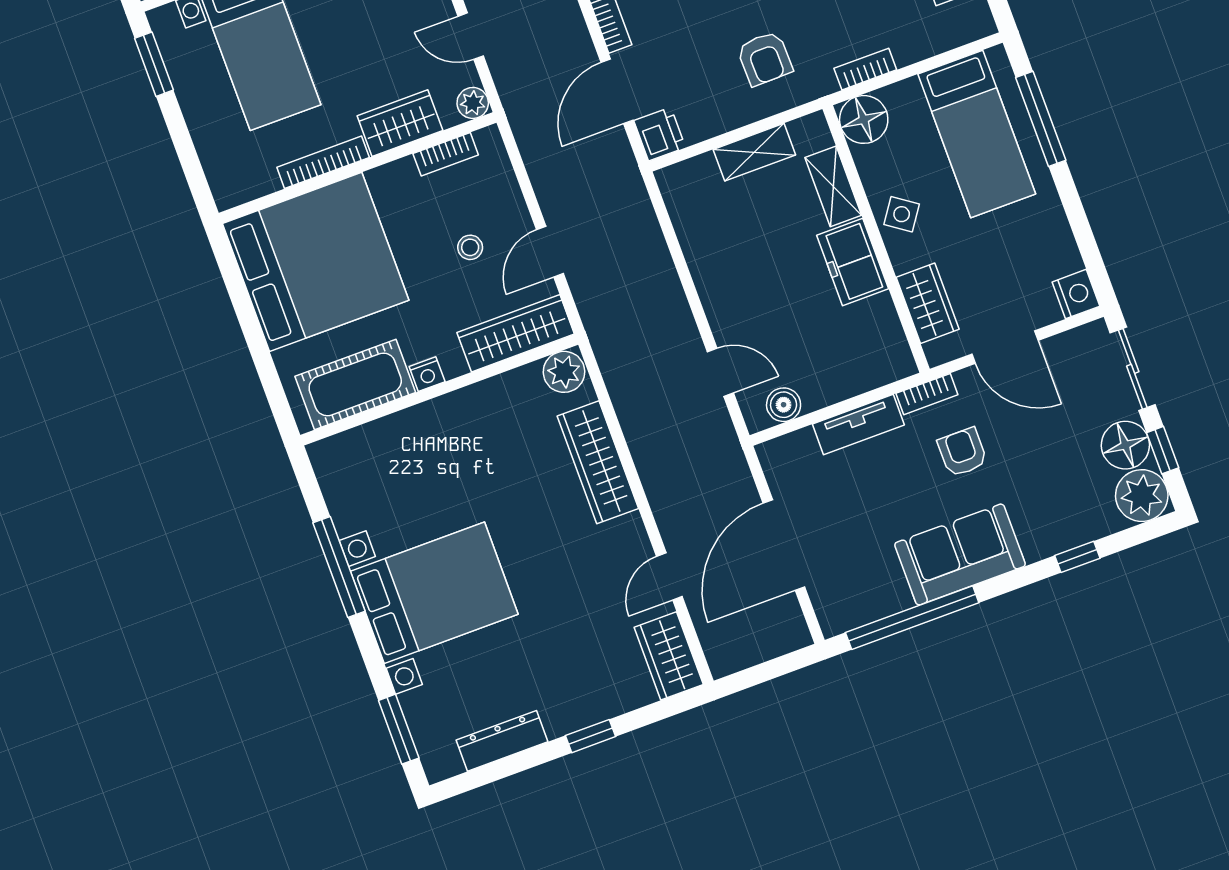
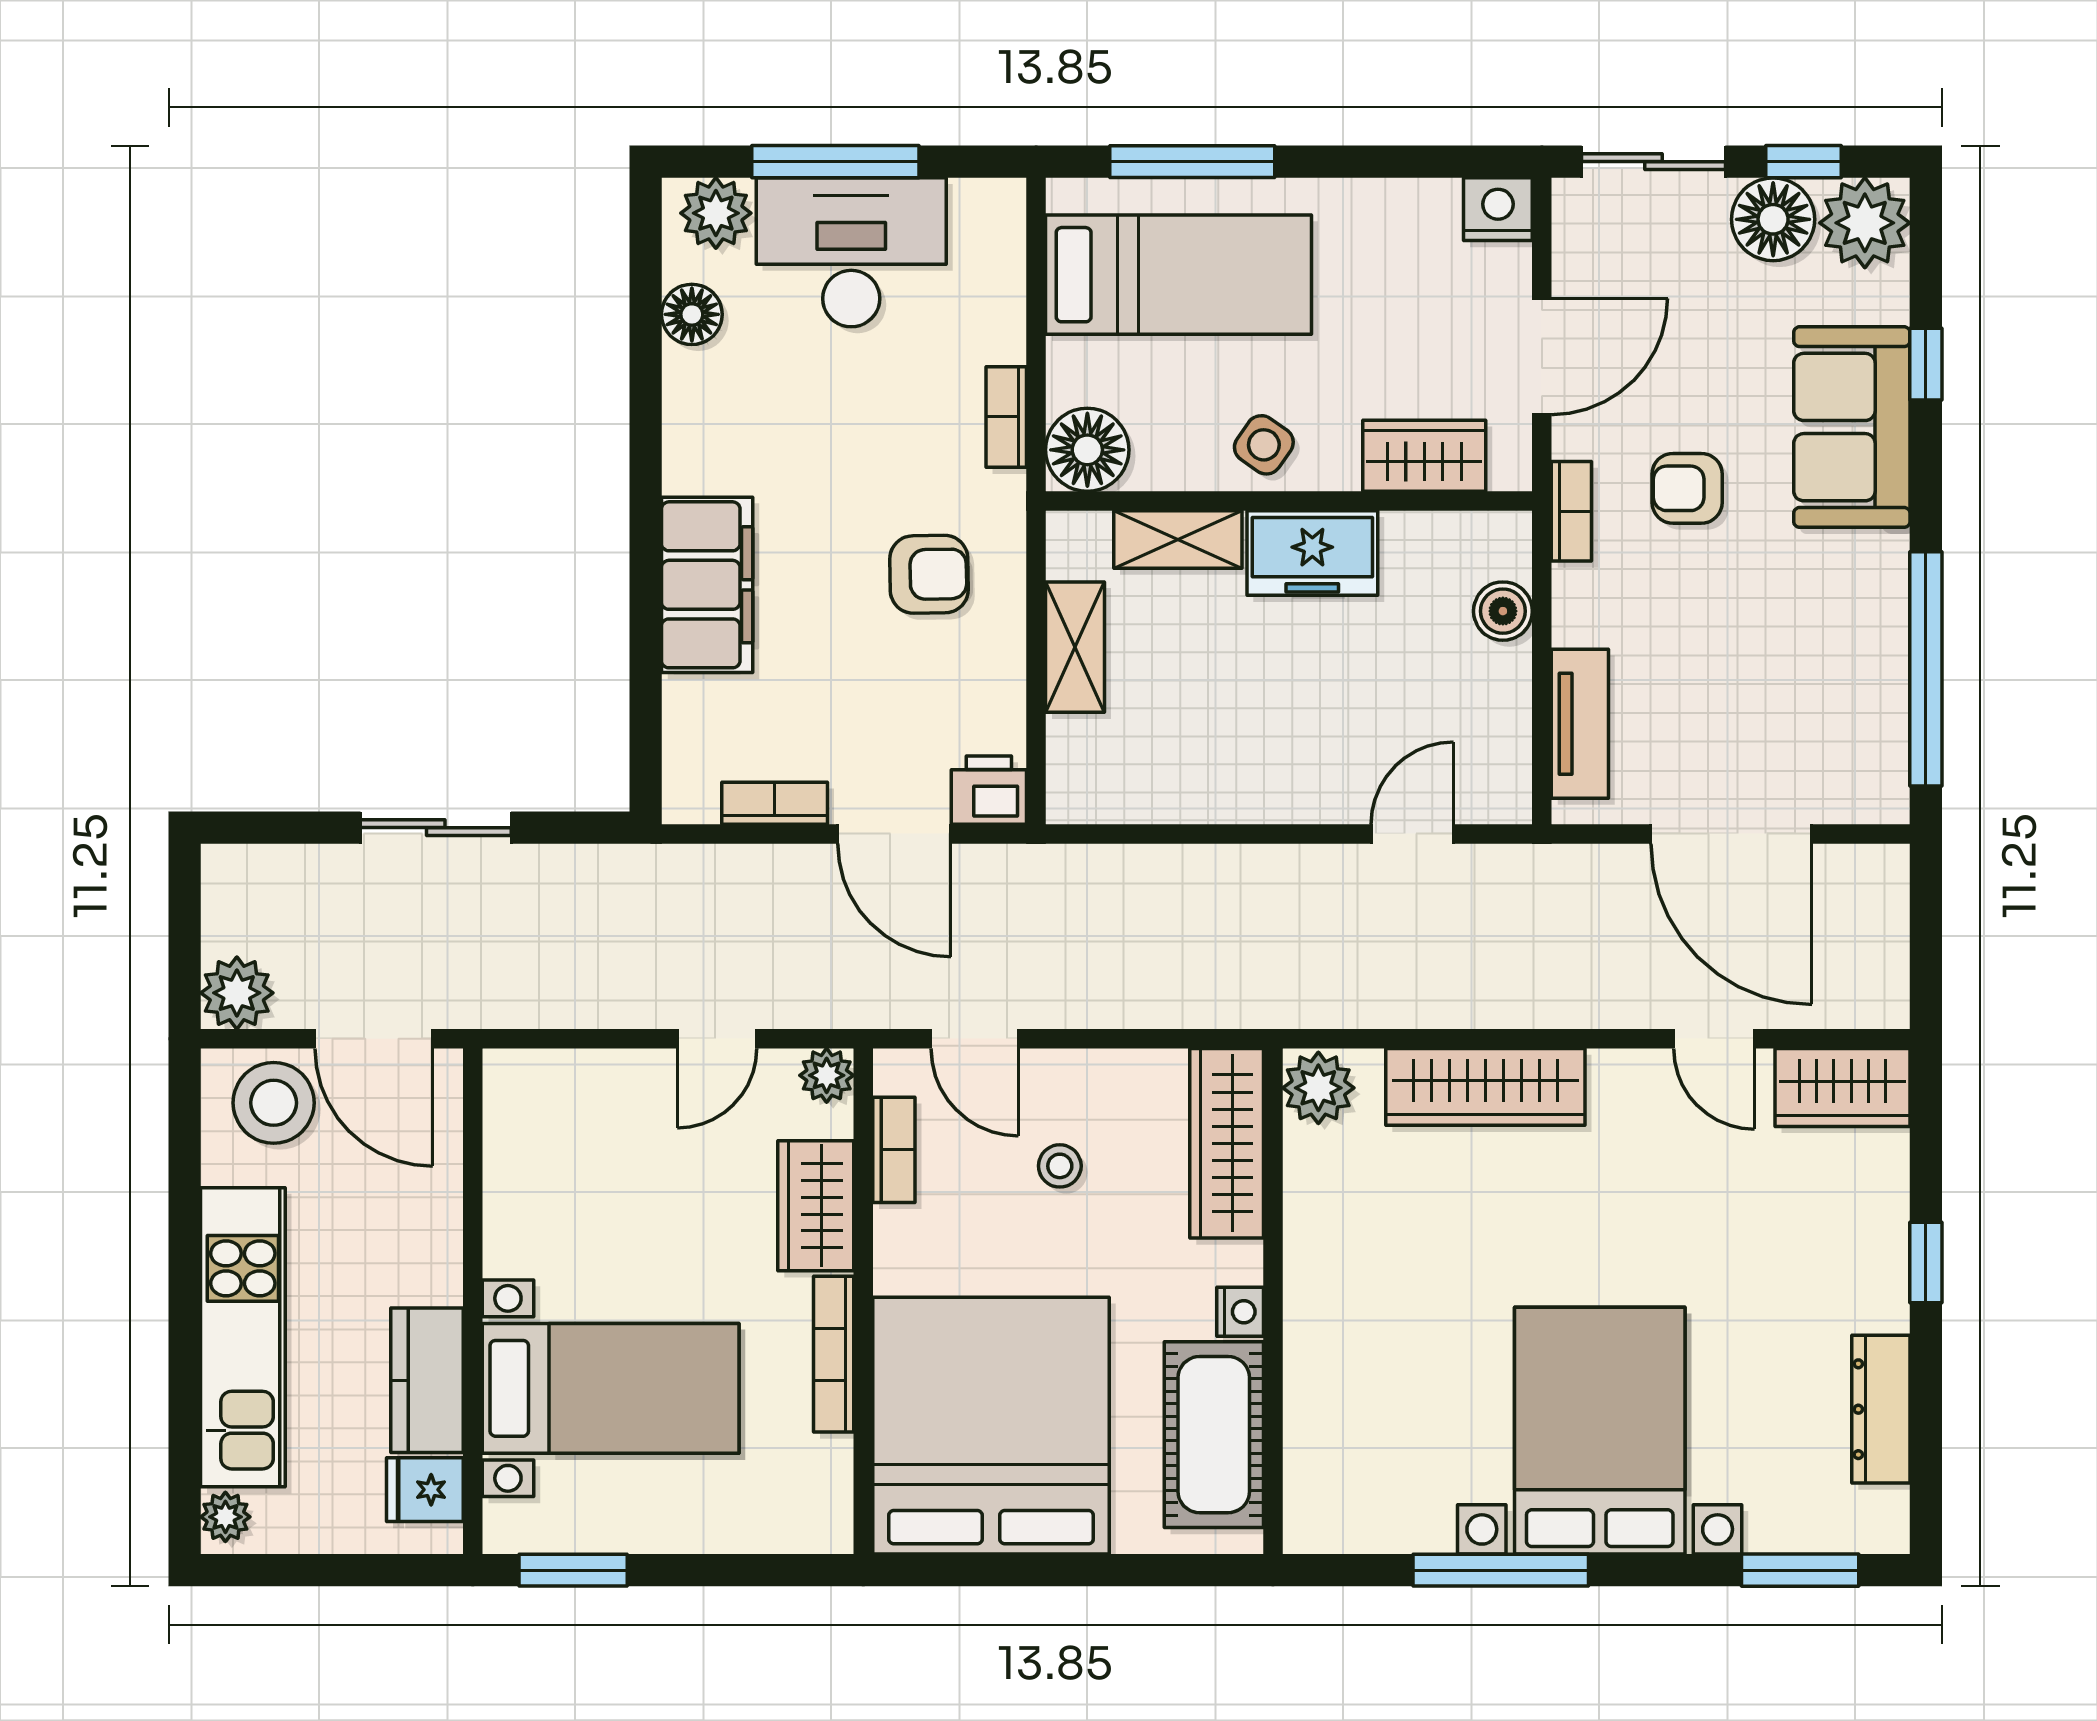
door: (550, 252) -> (975, 1039), moved
boiler: (784, 405) -> (1503, 611), moved
tv unit: (858, 425) -> (1580, 724), moved
sofa: (960, 554) -> (1852, 427), moved

